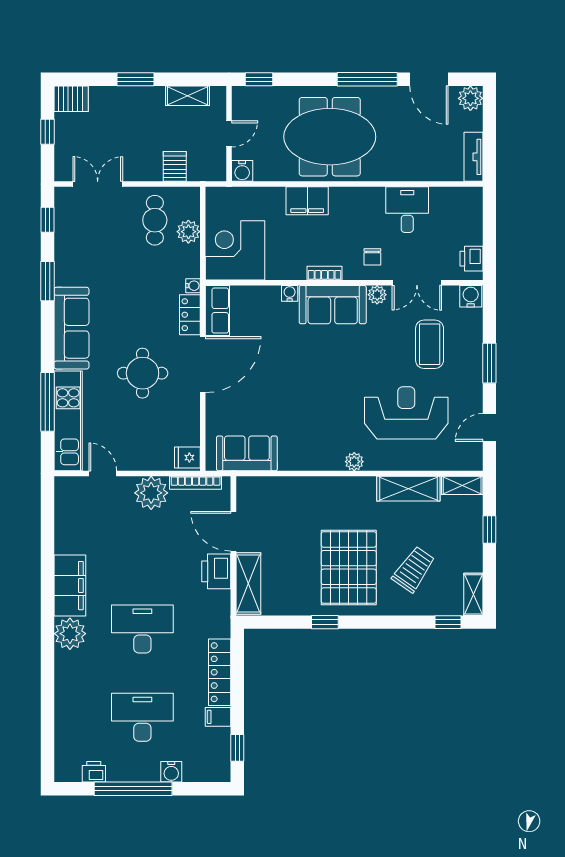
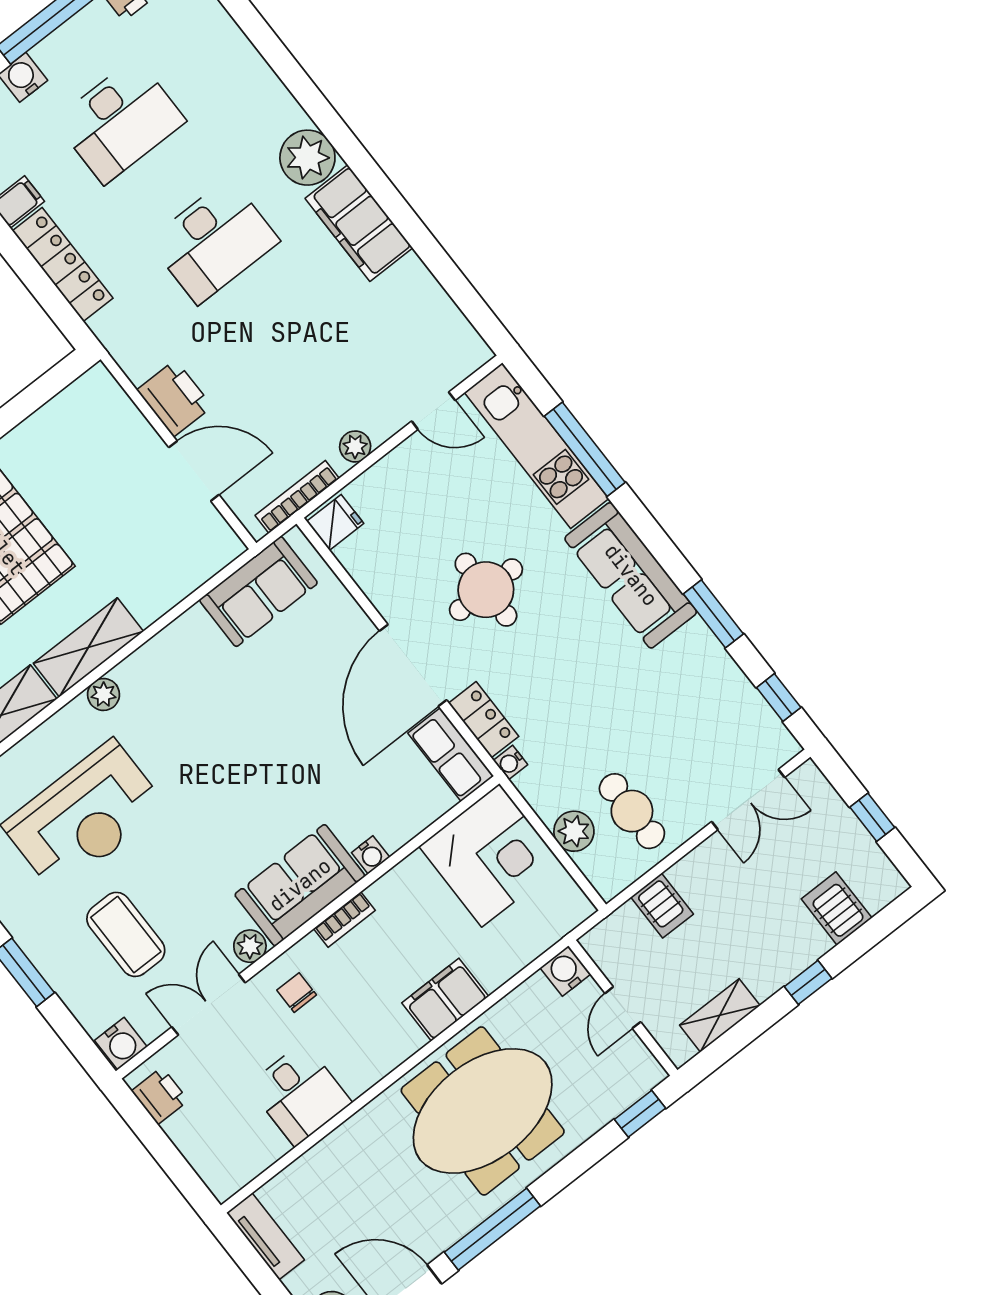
window: (136, 79) -> (808, 982), width x0.67
server rack: (71, 99) -> (837, 908), moved, turned 90
plant: (151, 493) -> (355, 446), width x0.53, depth x0.53
shelving: (248, 584) -> (88, 647), moved, turned 90

